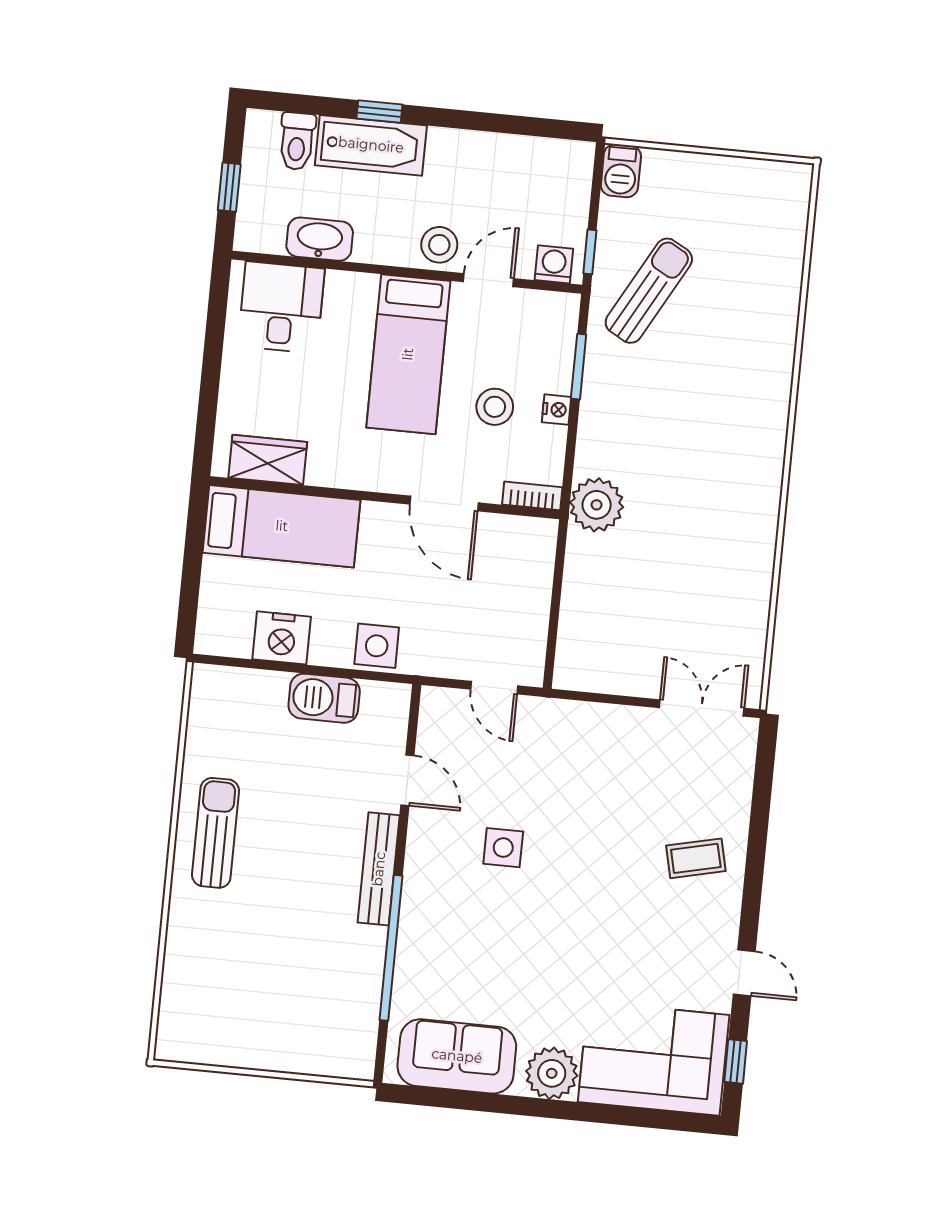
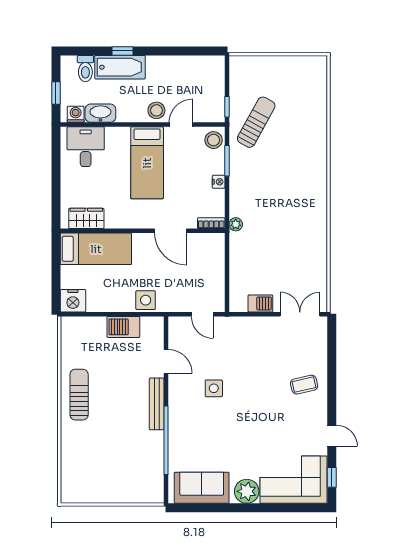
barbecue: (621, 171) -> (260, 303), moved, turned -90
washing machine: (554, 264) -> (76, 114), moved
stool: (495, 407) -> (214, 140), moved
plant: (597, 505) -> (236, 224), width x0.53, depth x0.53
nightstand: (282, 638) -> (73, 301), moved

